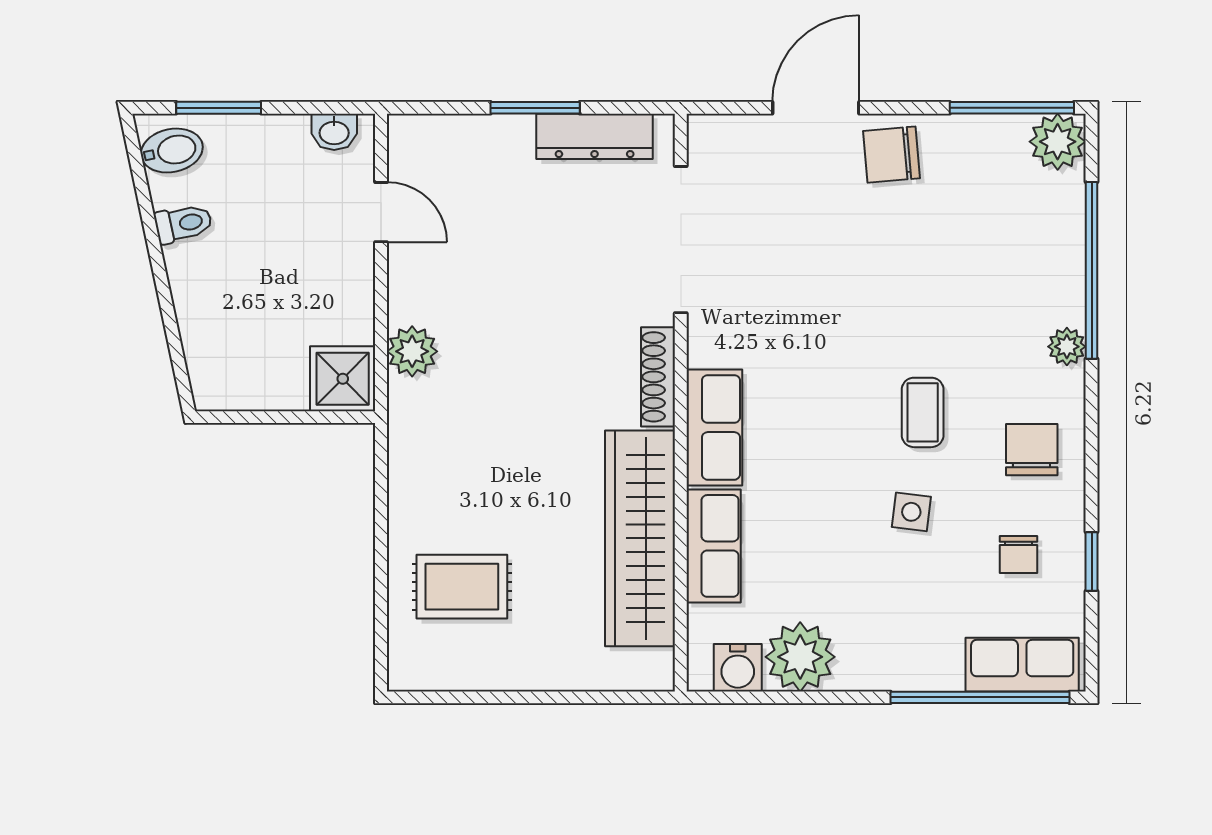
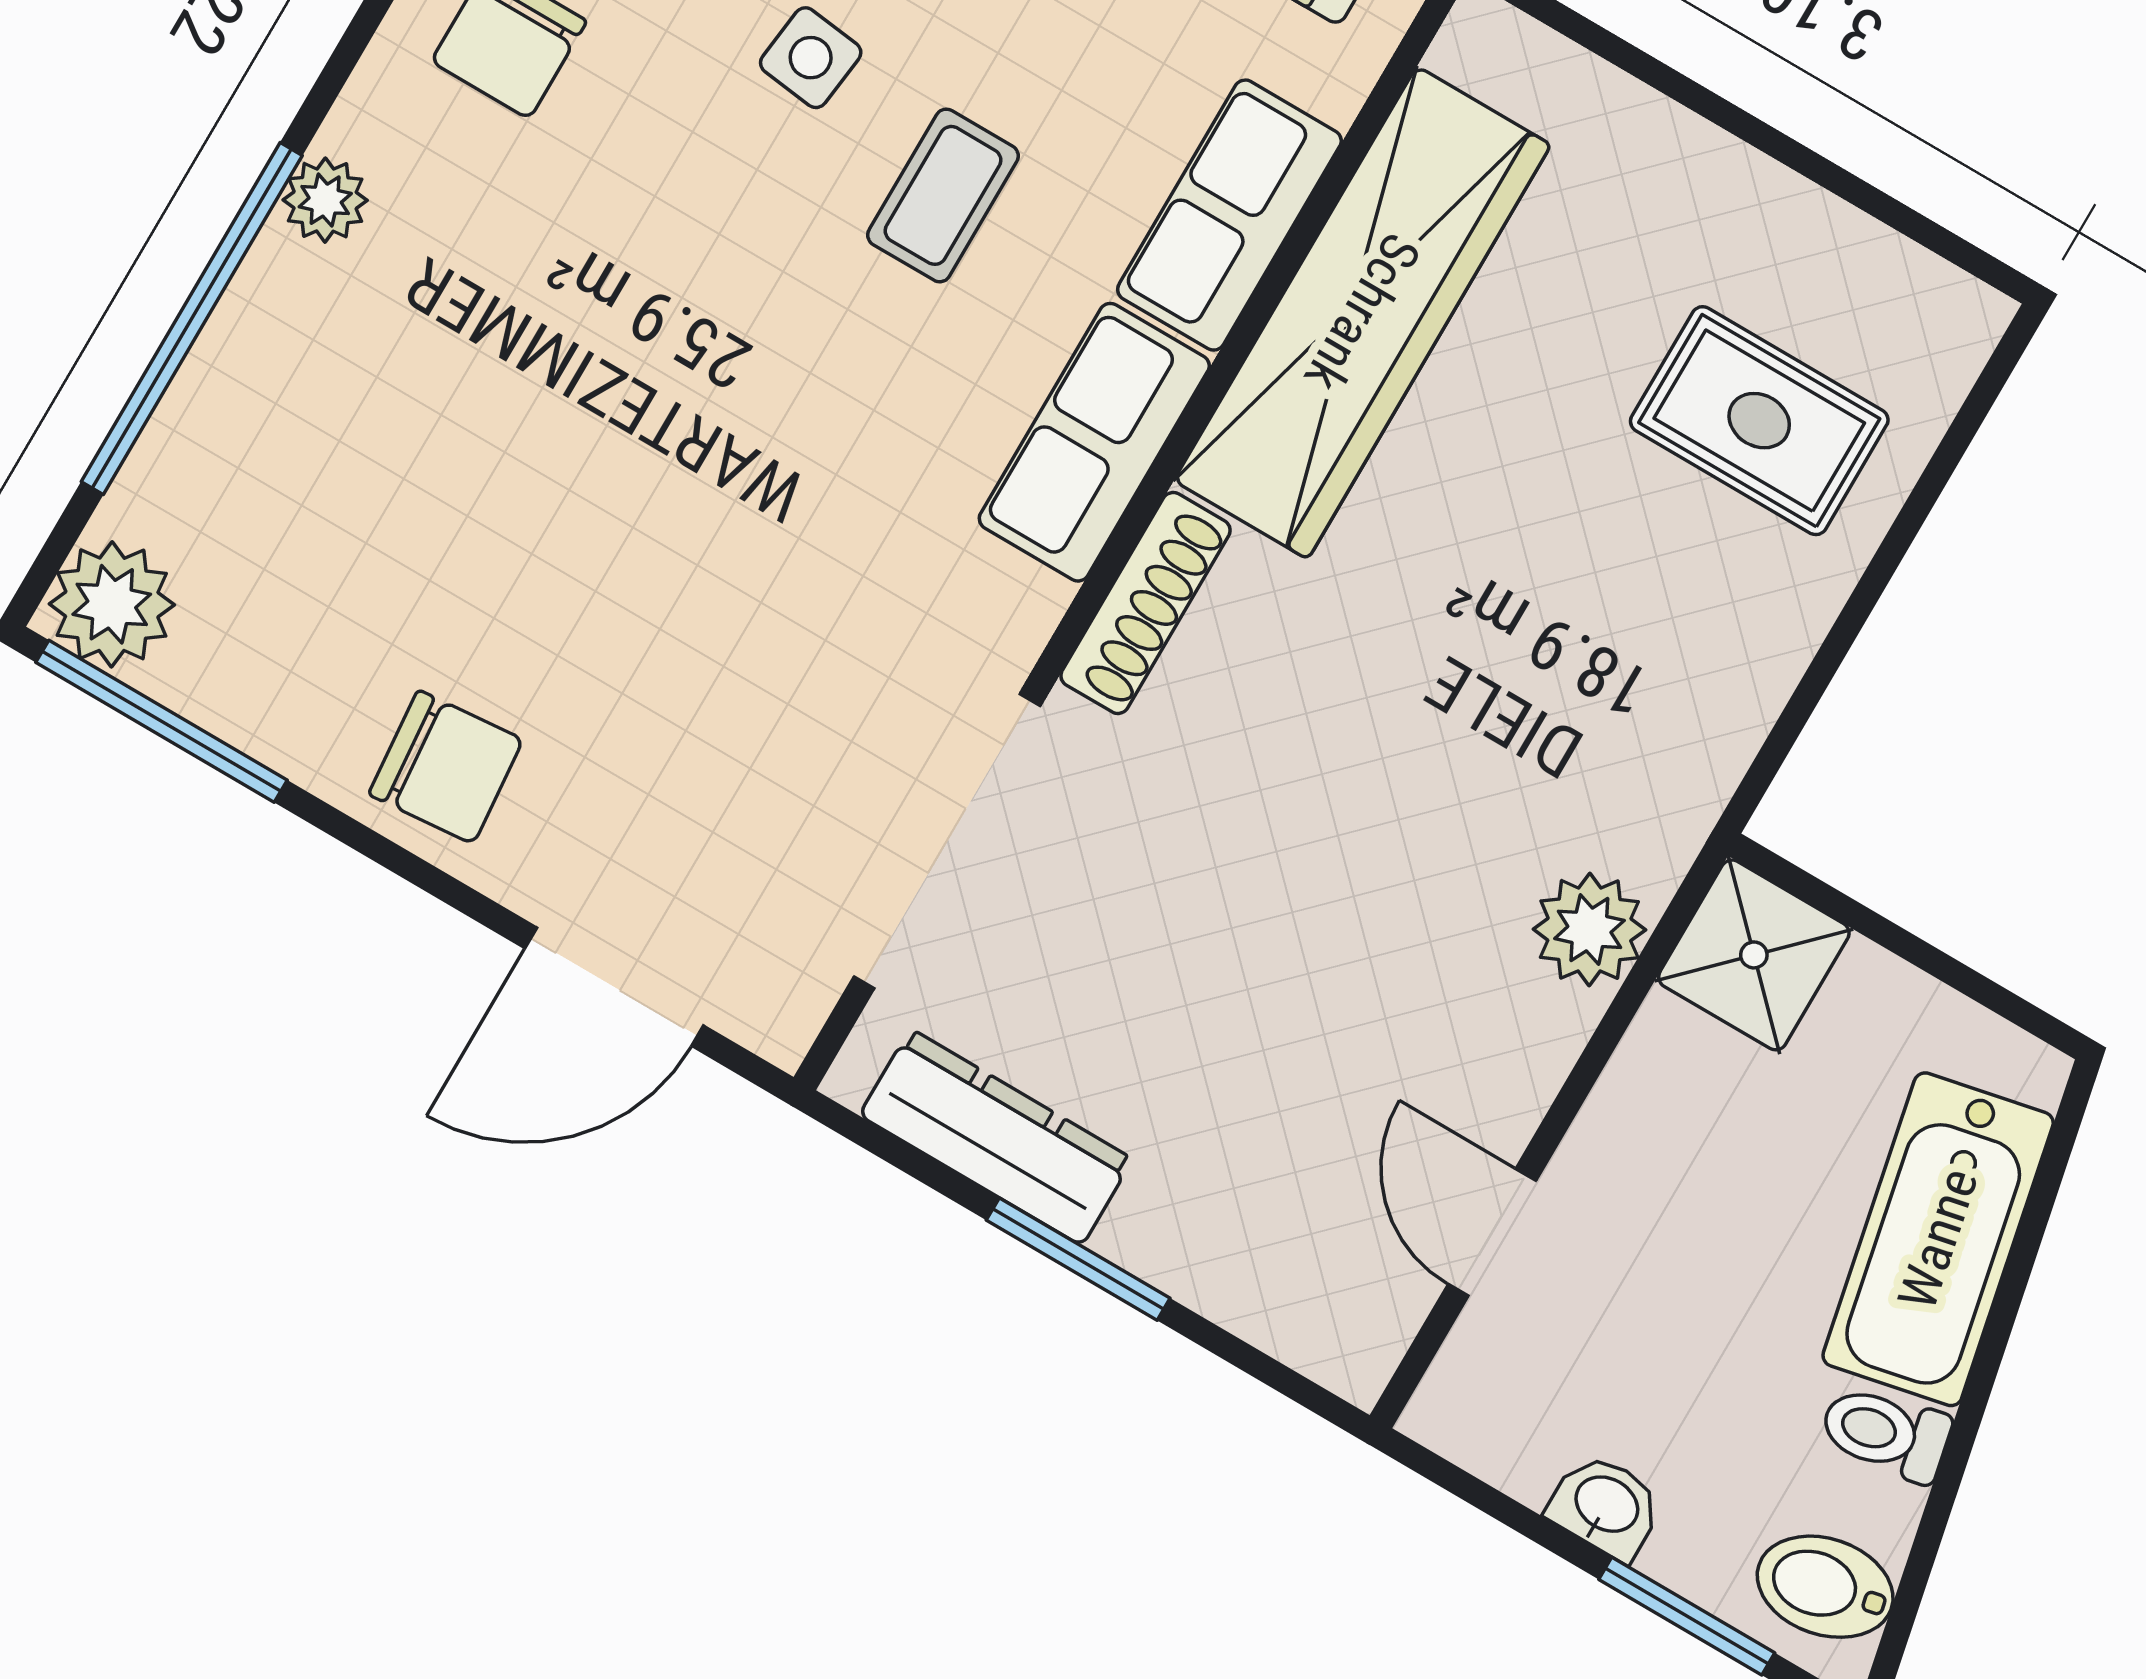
door: (816, 108) -> (614, 987), moved
washbasin: (334, 132) -> (1606, 1506), moved
bathtub: (207, 311) -> (1938, 1239), added
coffee table: (923, 412) -> (943, 195), moved

